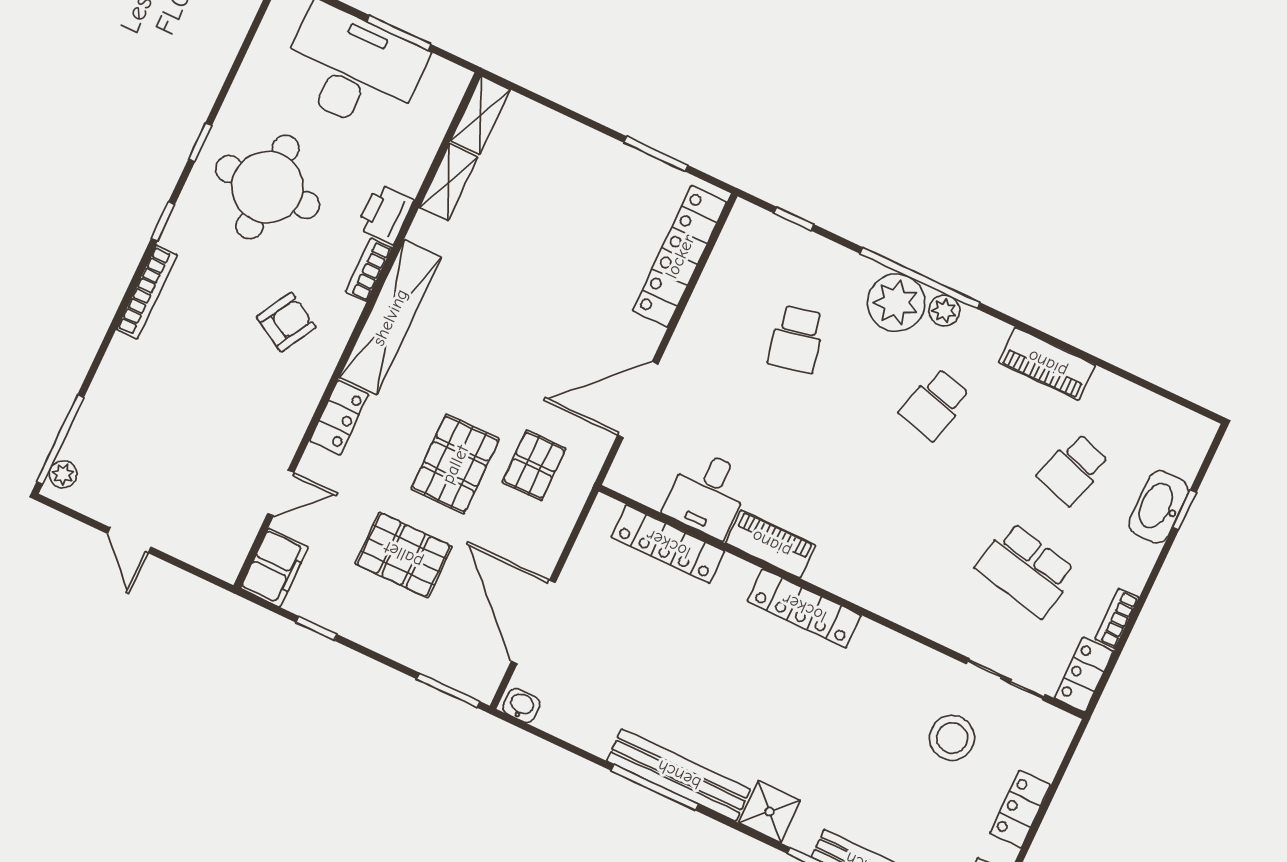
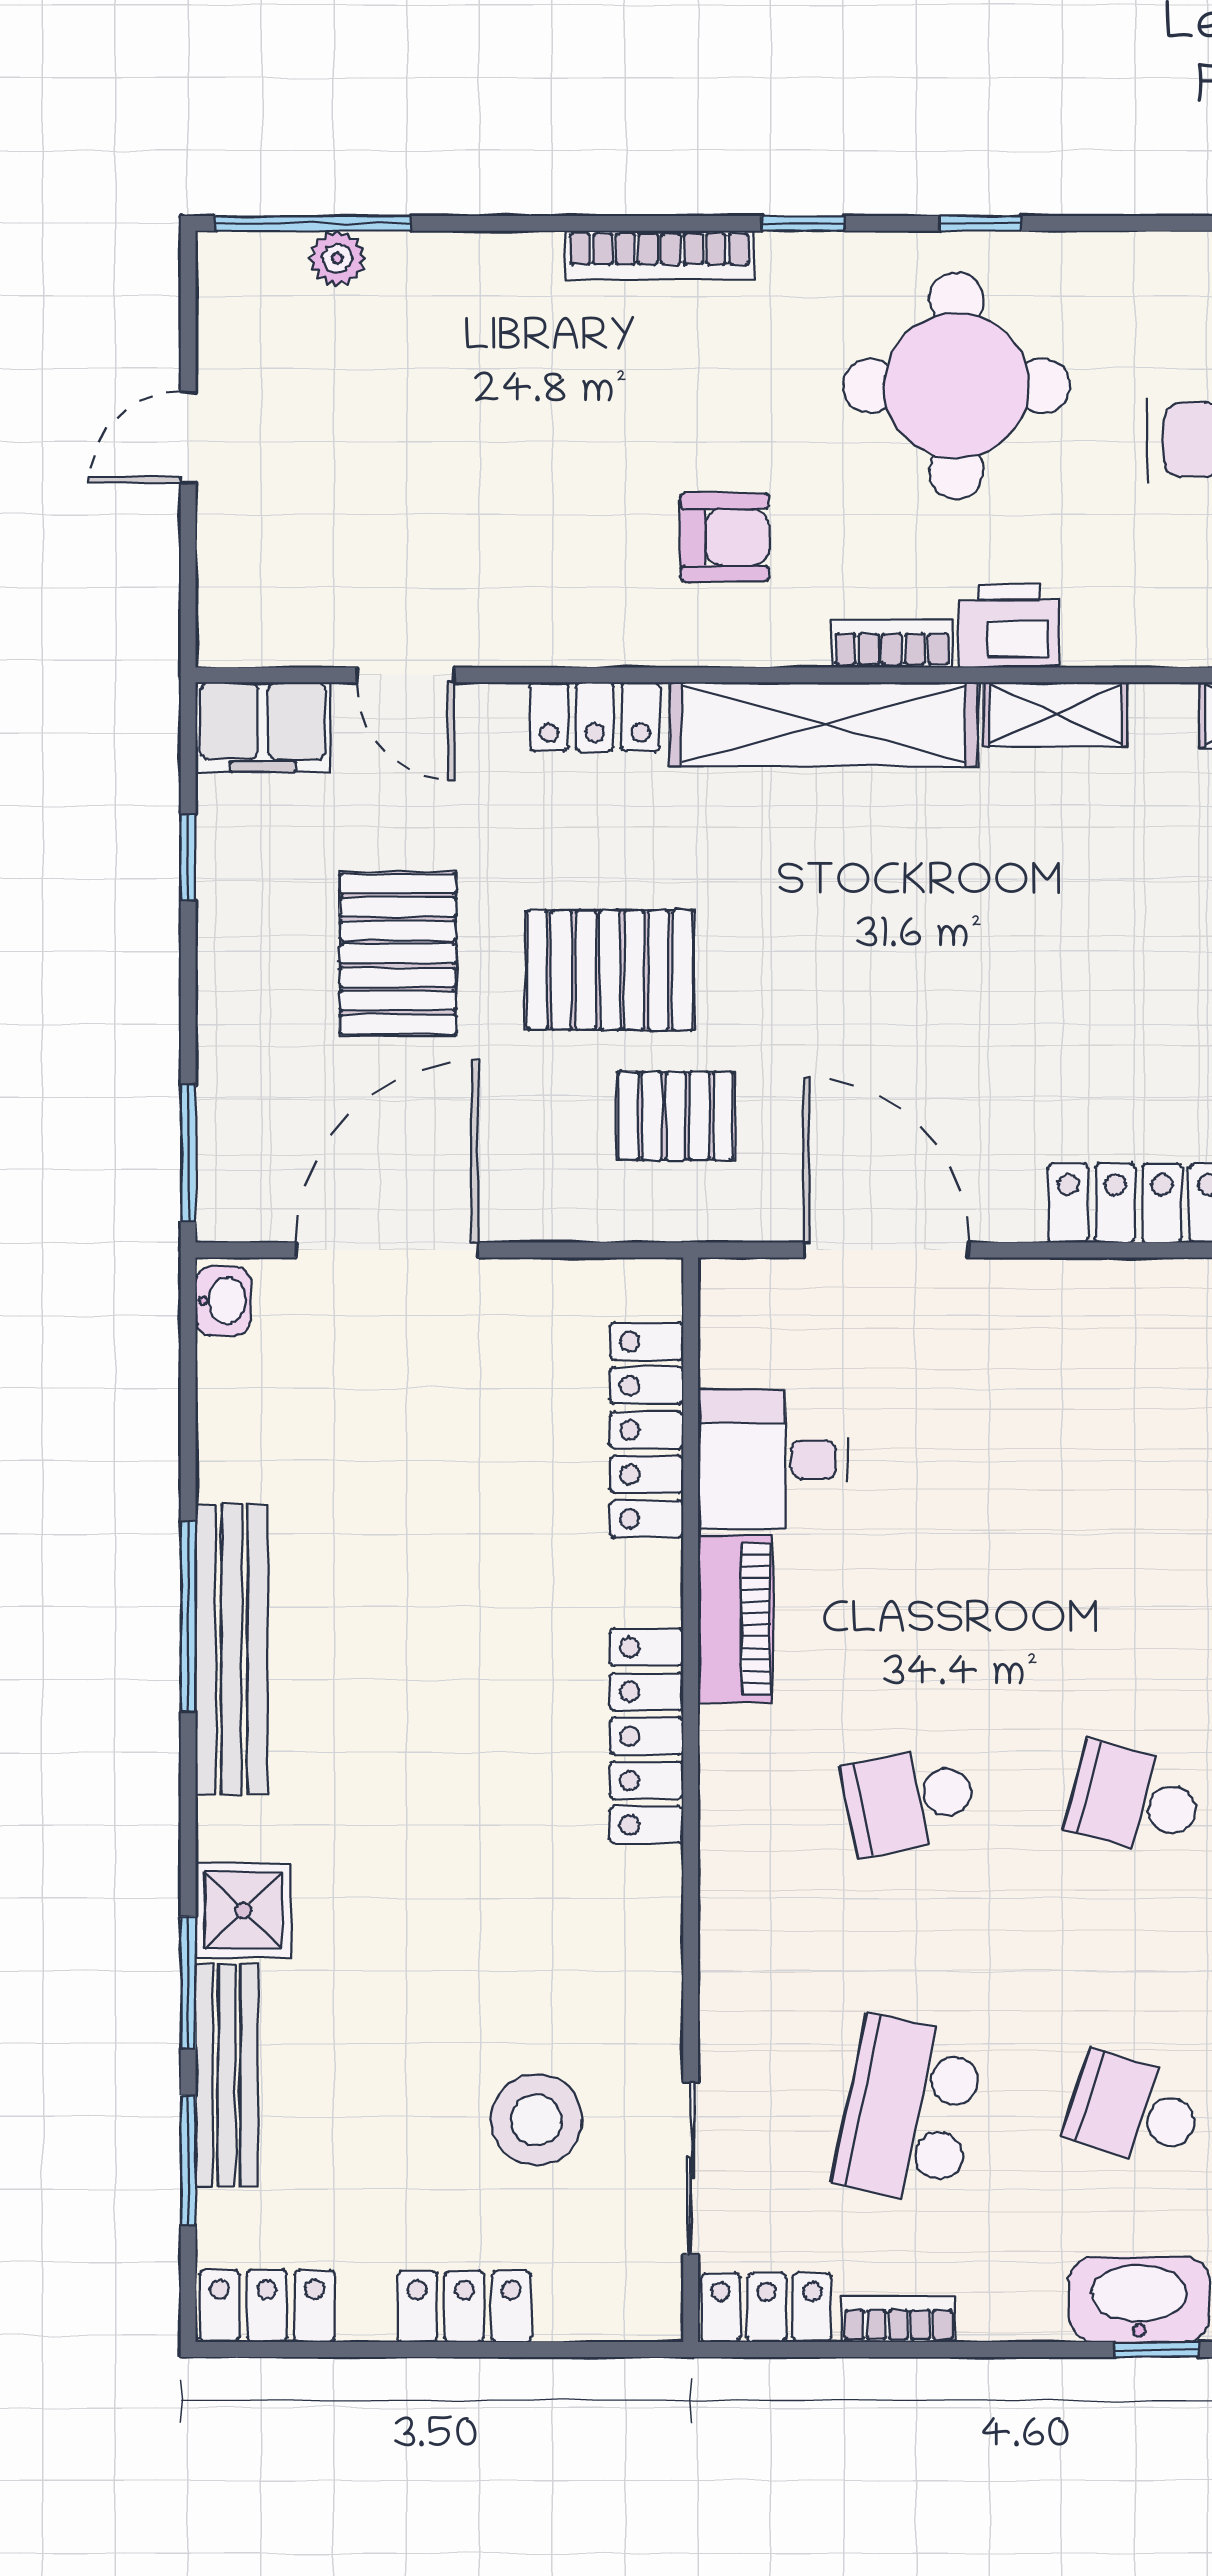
shelving: (449, 182) -> (1055, 714), moved
armchair: (286, 322) -> (724, 537), turned -30
school desk: (797, 339) -> (909, 1800), moved
plant: (63, 474) -> (337, 258), moved
shower: (769, 812) -> (243, 1910), moved

